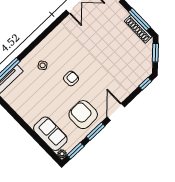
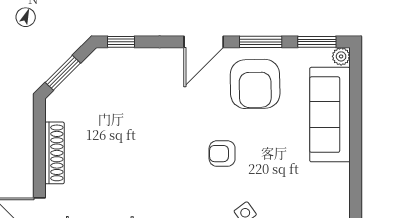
window: (139, 19) -> (39, 144), removed
shoe rack: (138, 29) -> (55, 153), moved
sofa: (50, 134) -> (330, 115), width x1.36

